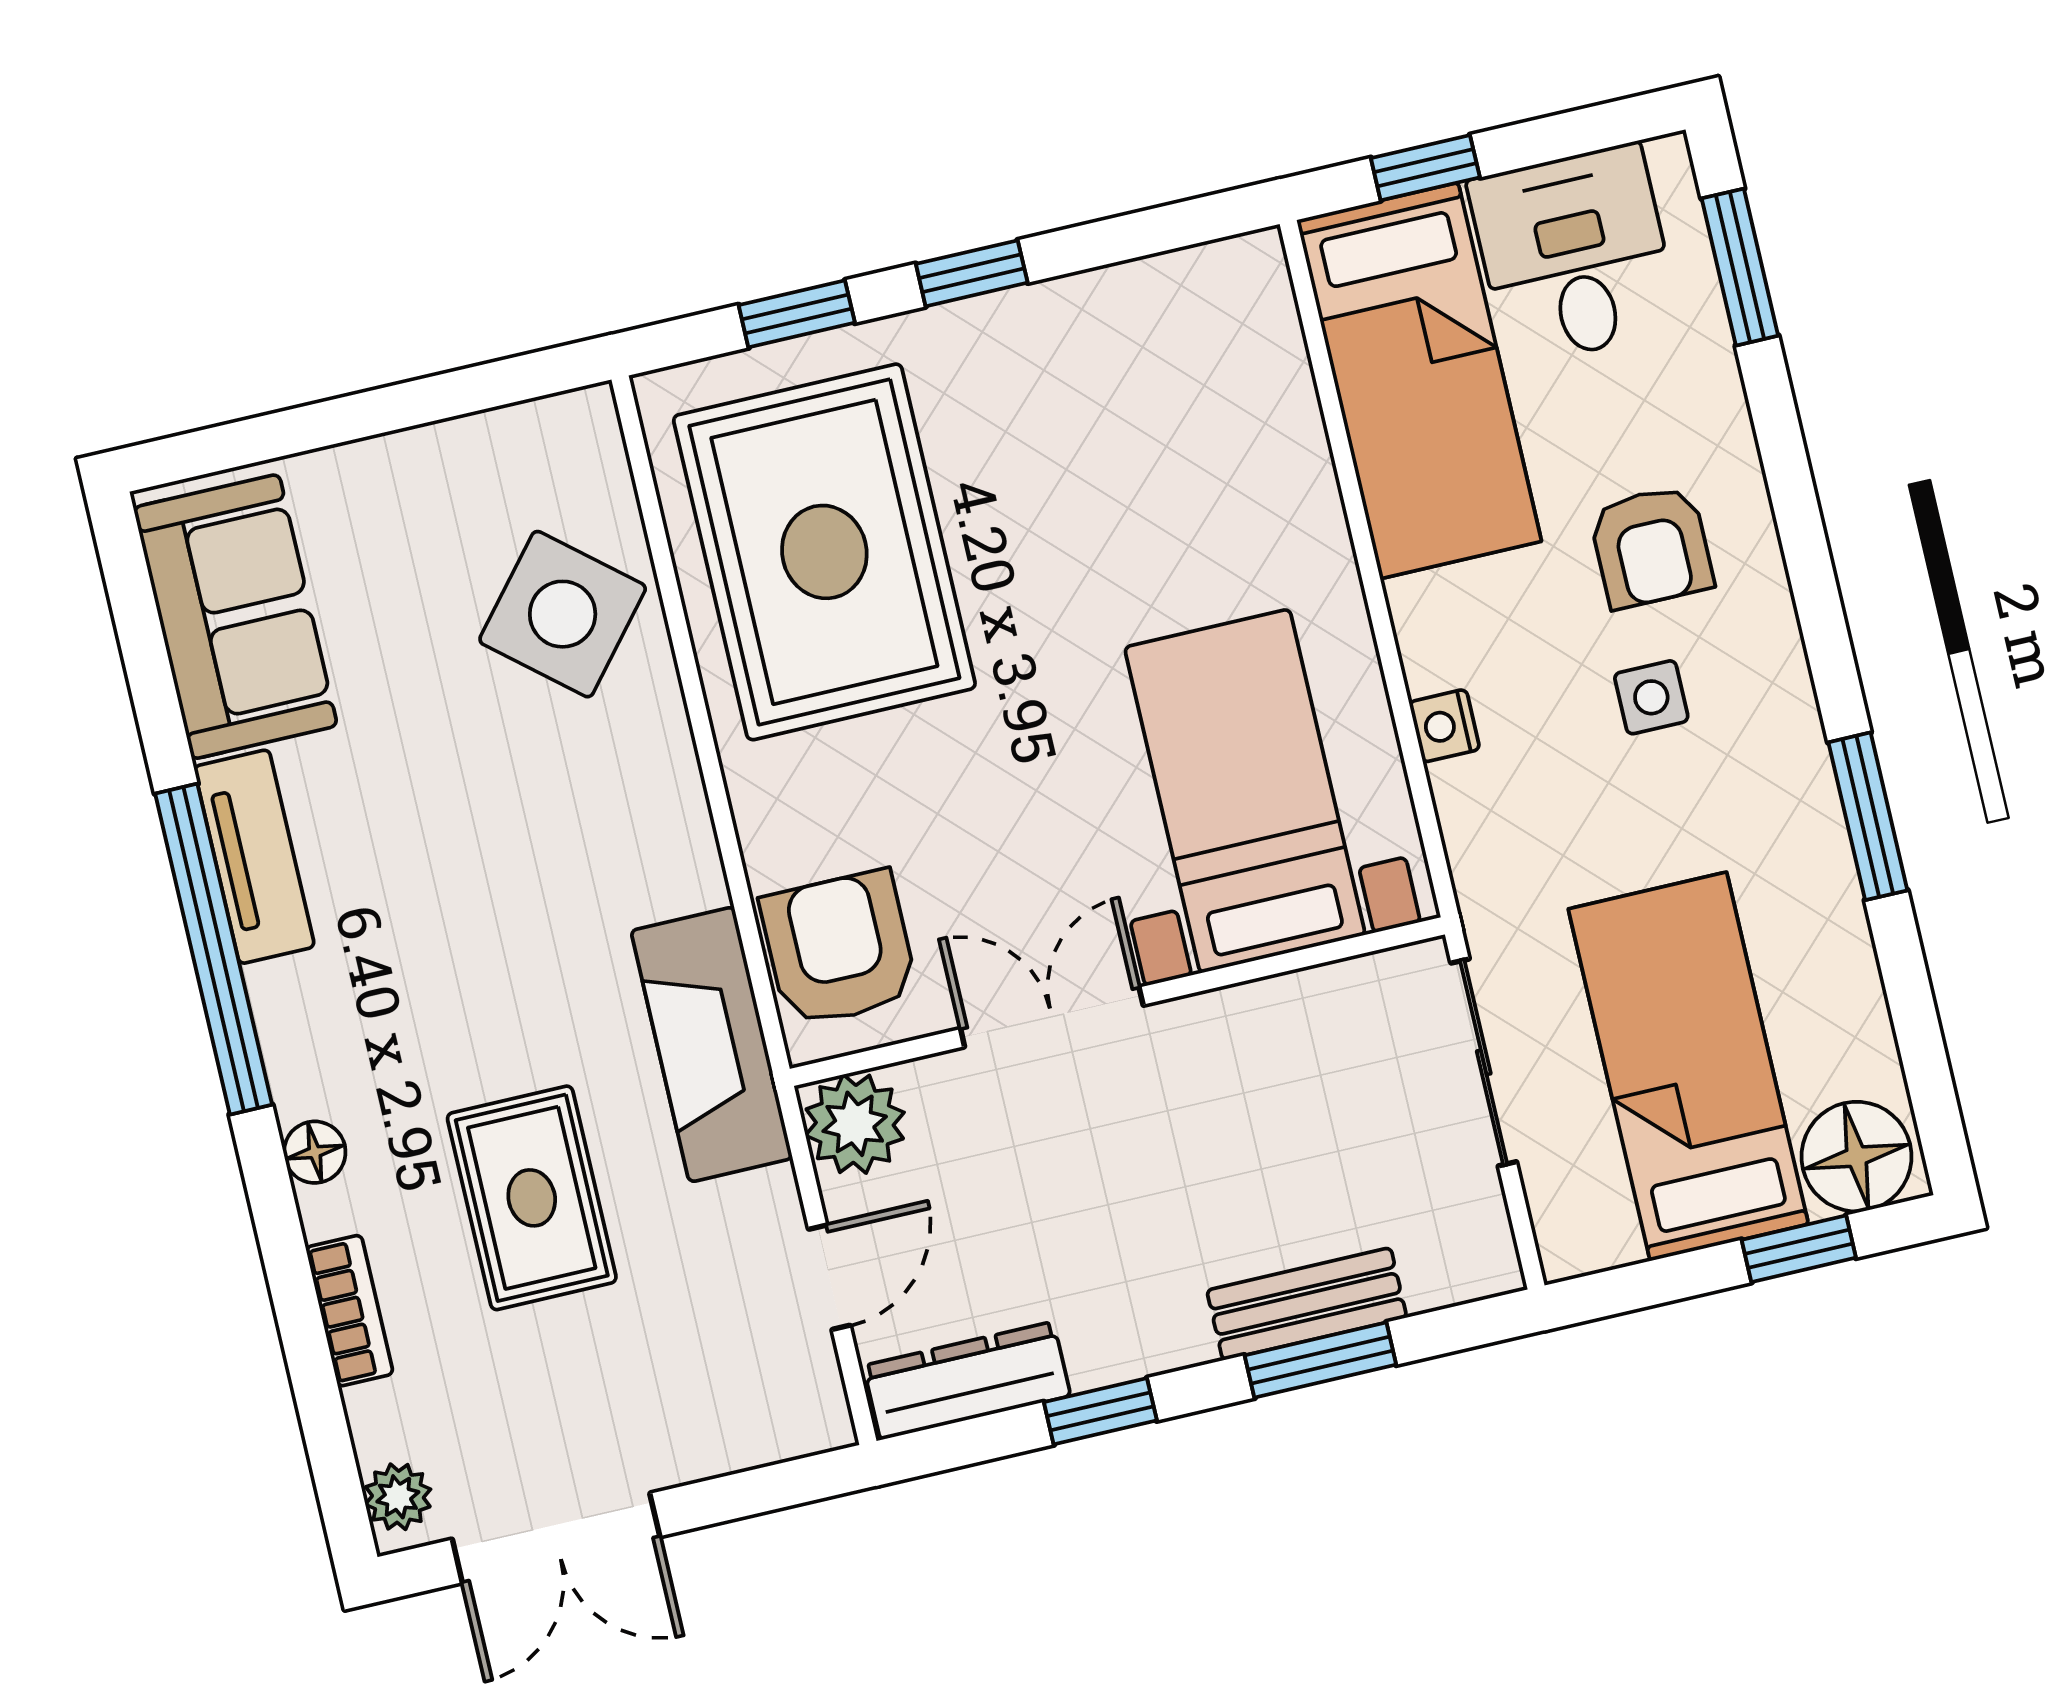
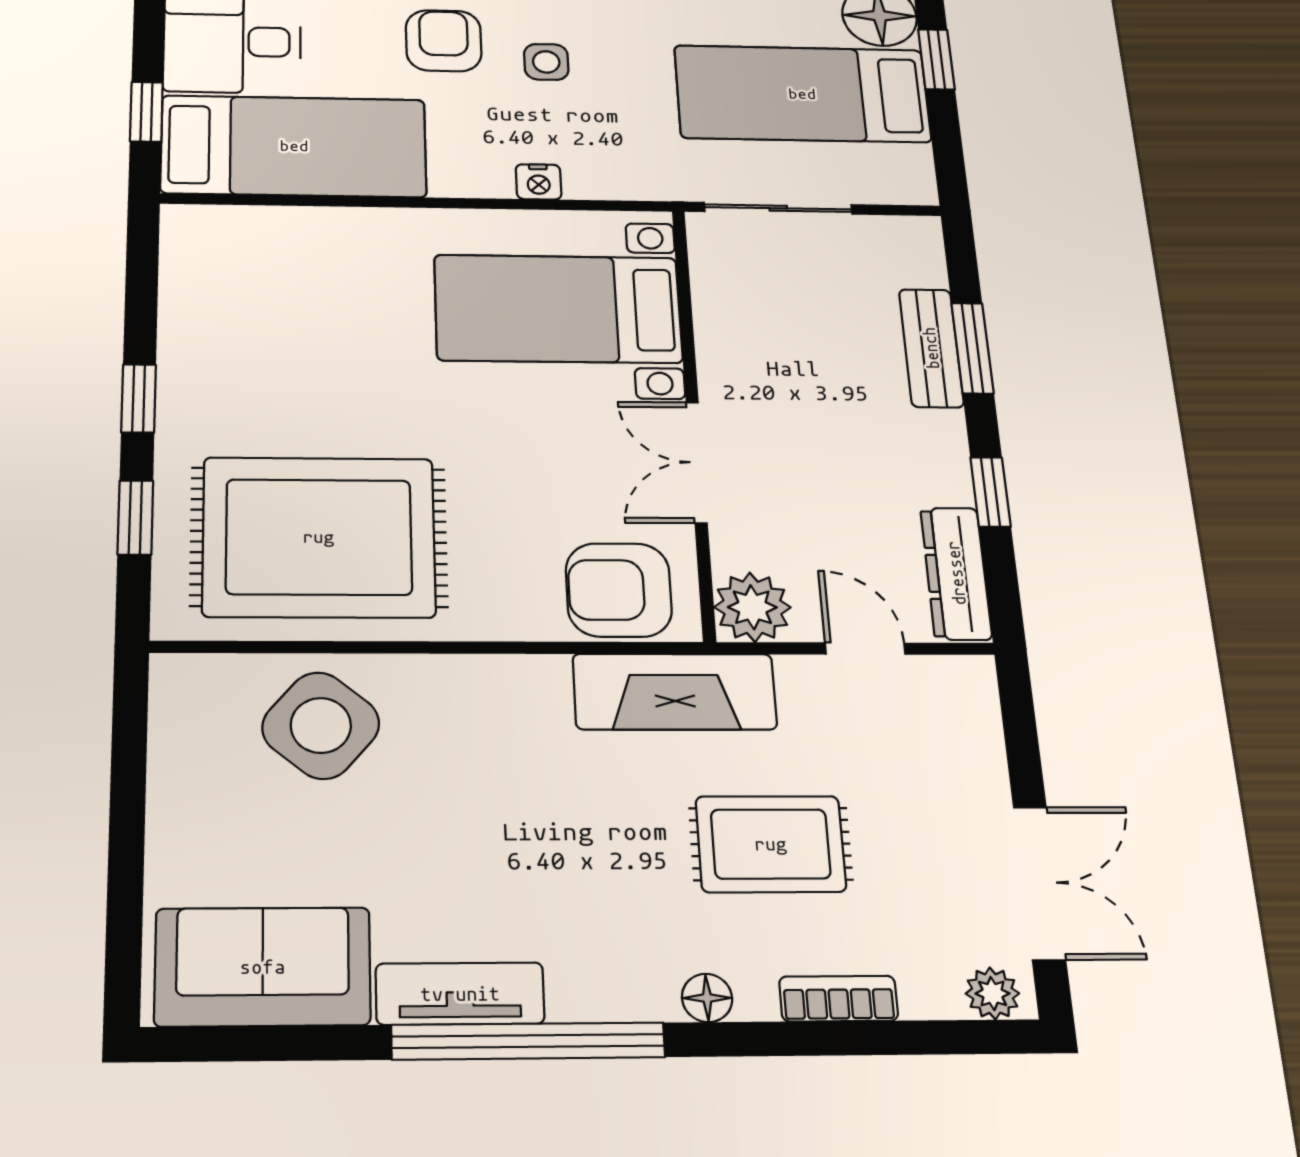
armchair: (1651, 547) -> (444, 41), turned -90

